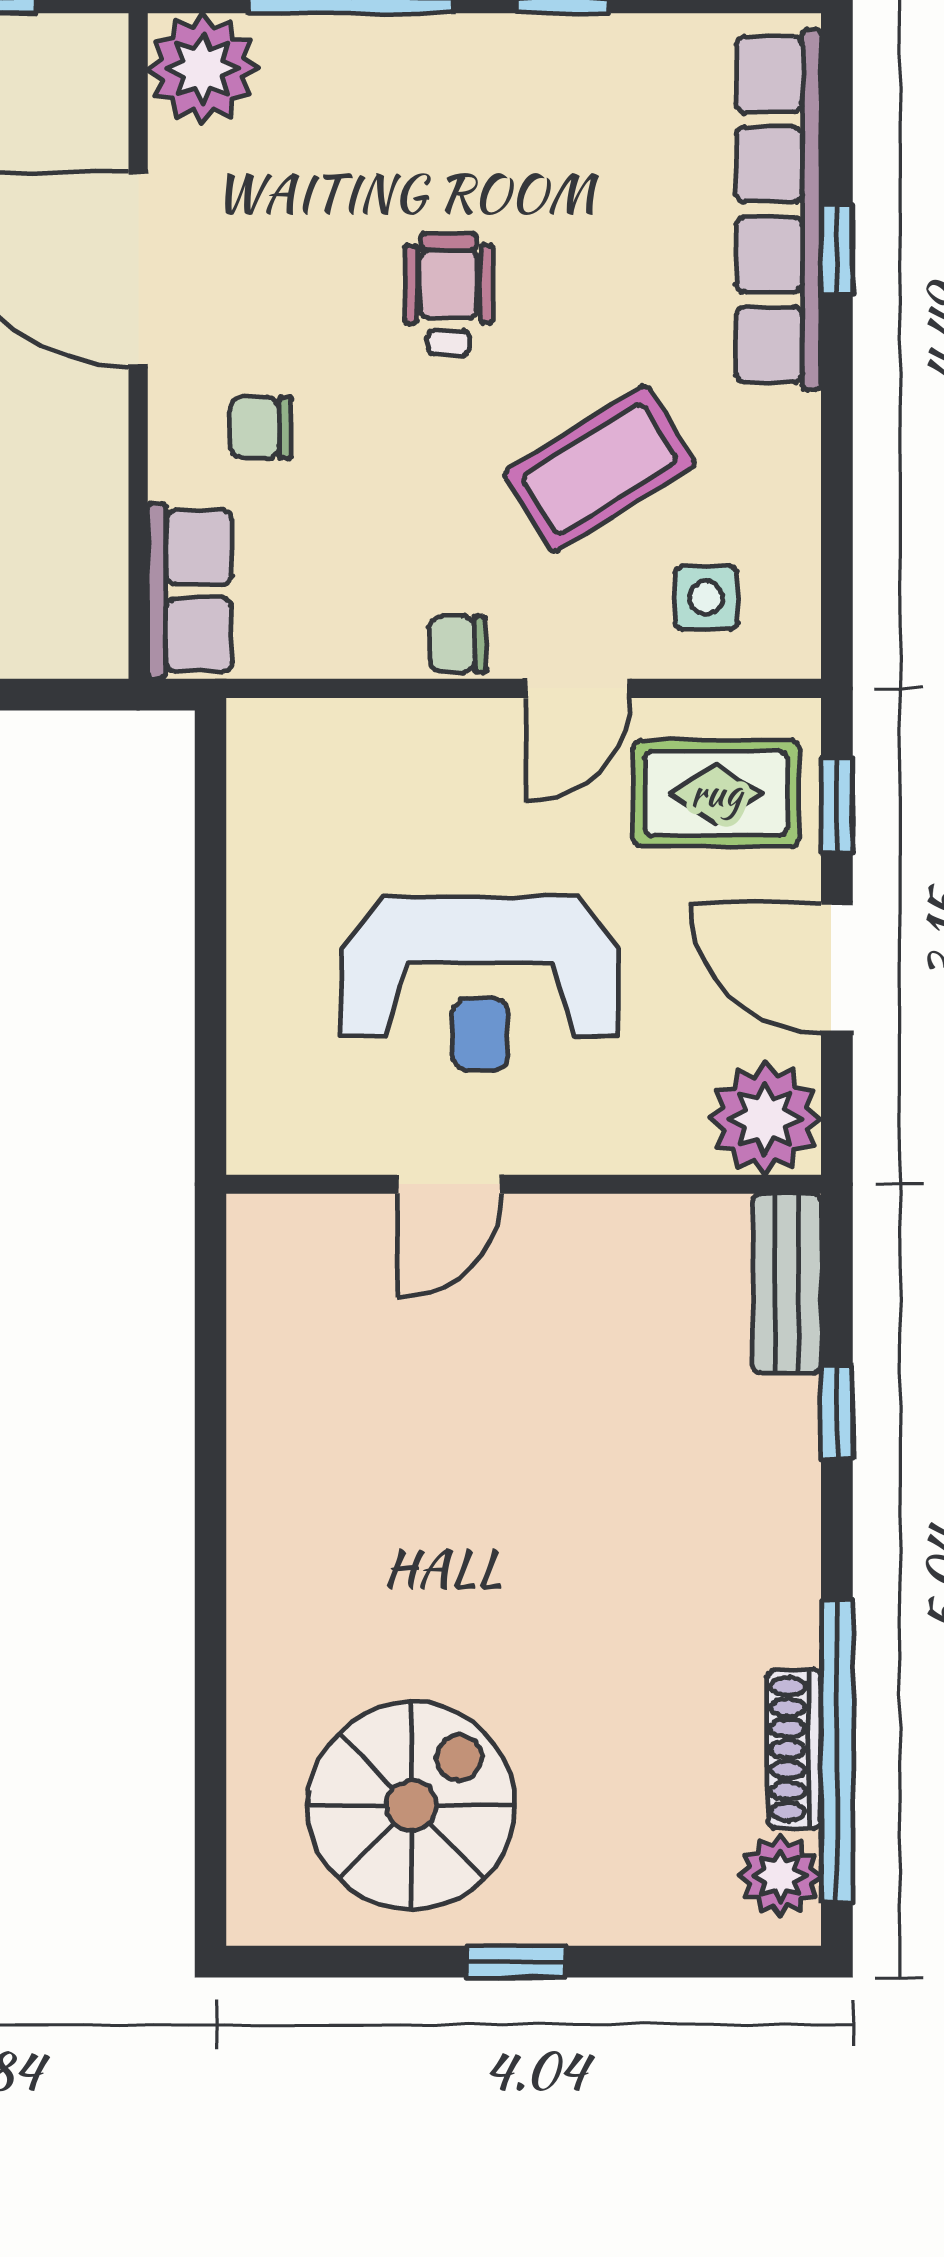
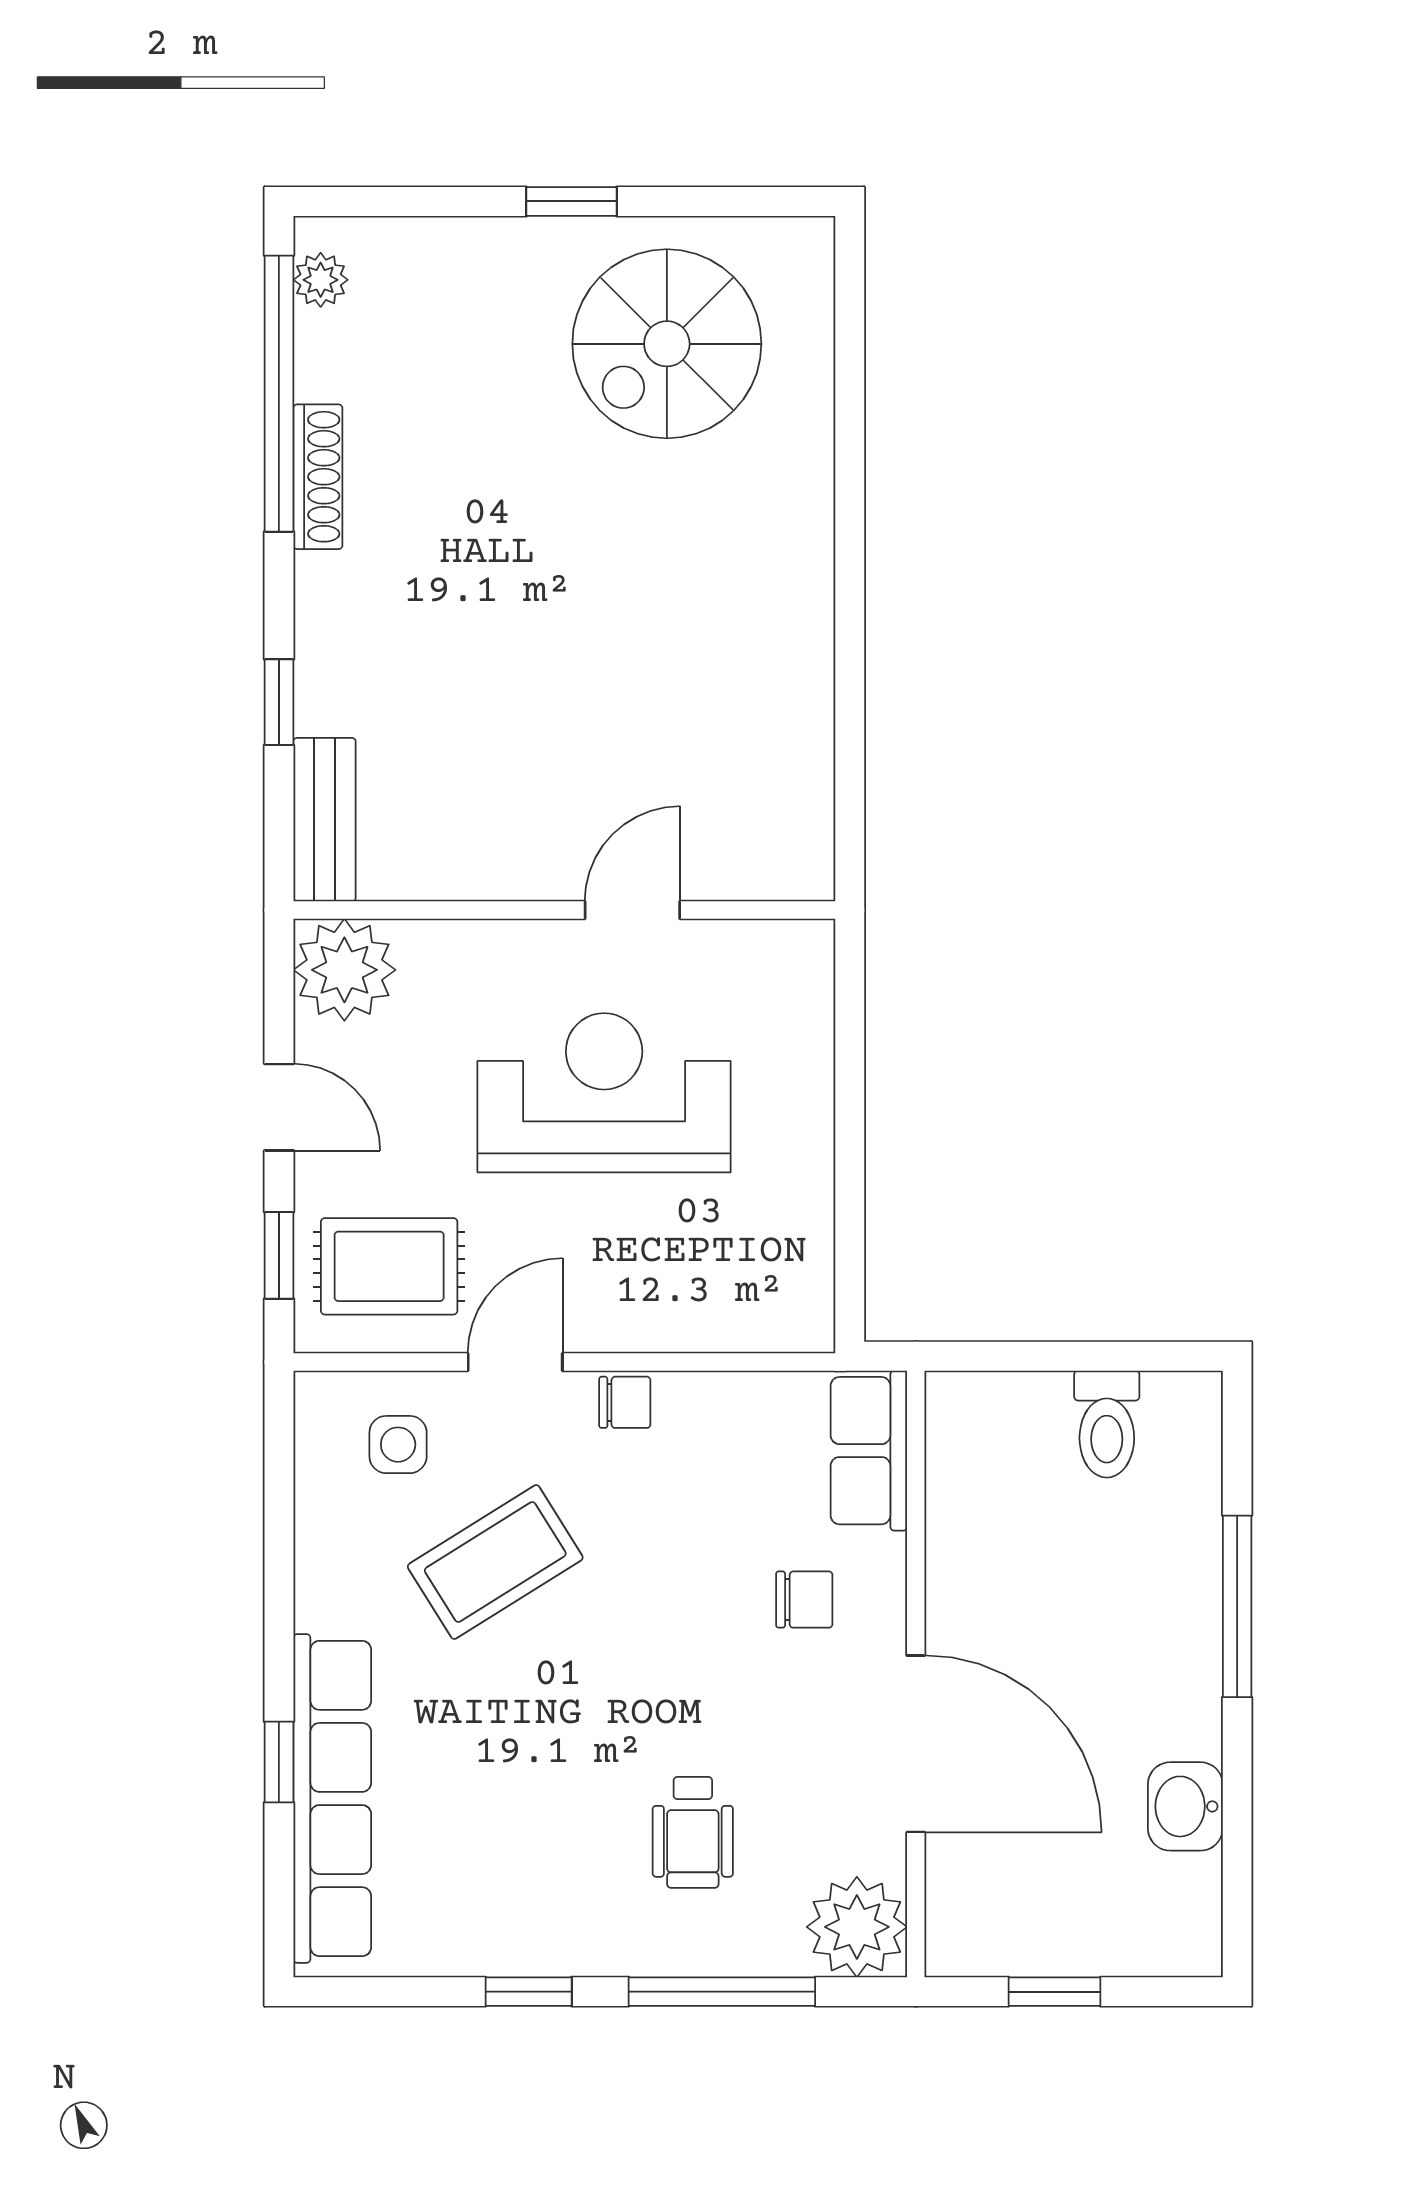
wheelchair: (449, 294) -> (693, 1832), moved
door: (837, 968) -> (279, 1107), width x0.73
shoe rack: (794, 1749) -> (318, 477), moved
plant: (780, 1876) -> (321, 280), width x0.73, depth x0.73

